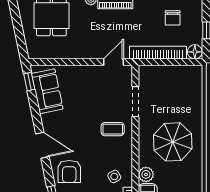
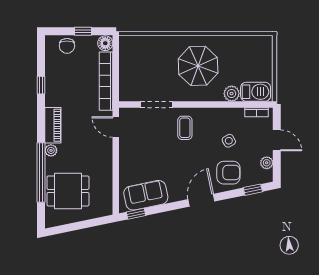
chair: (173, 18) -> (67, 46), moved, turned 90
side table: (114, 176) -> (229, 141), moved

